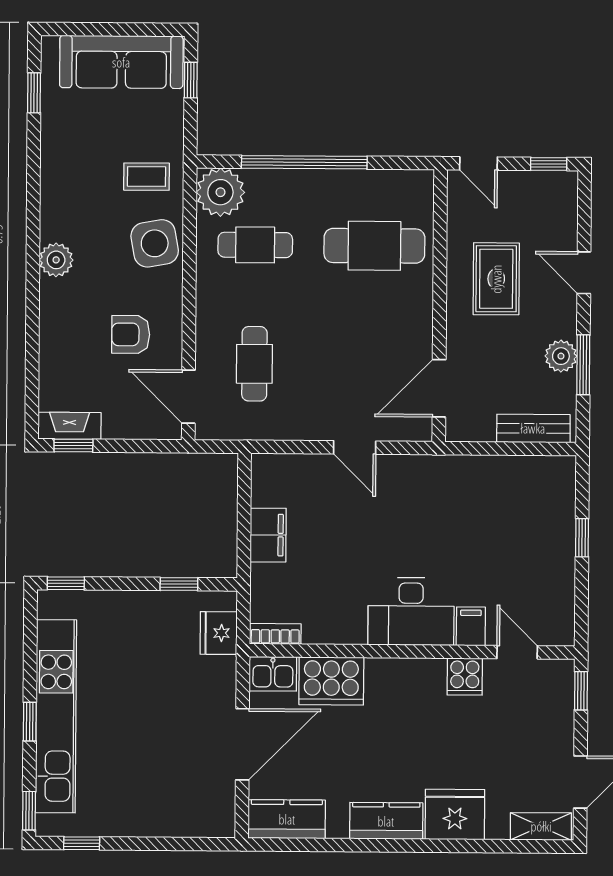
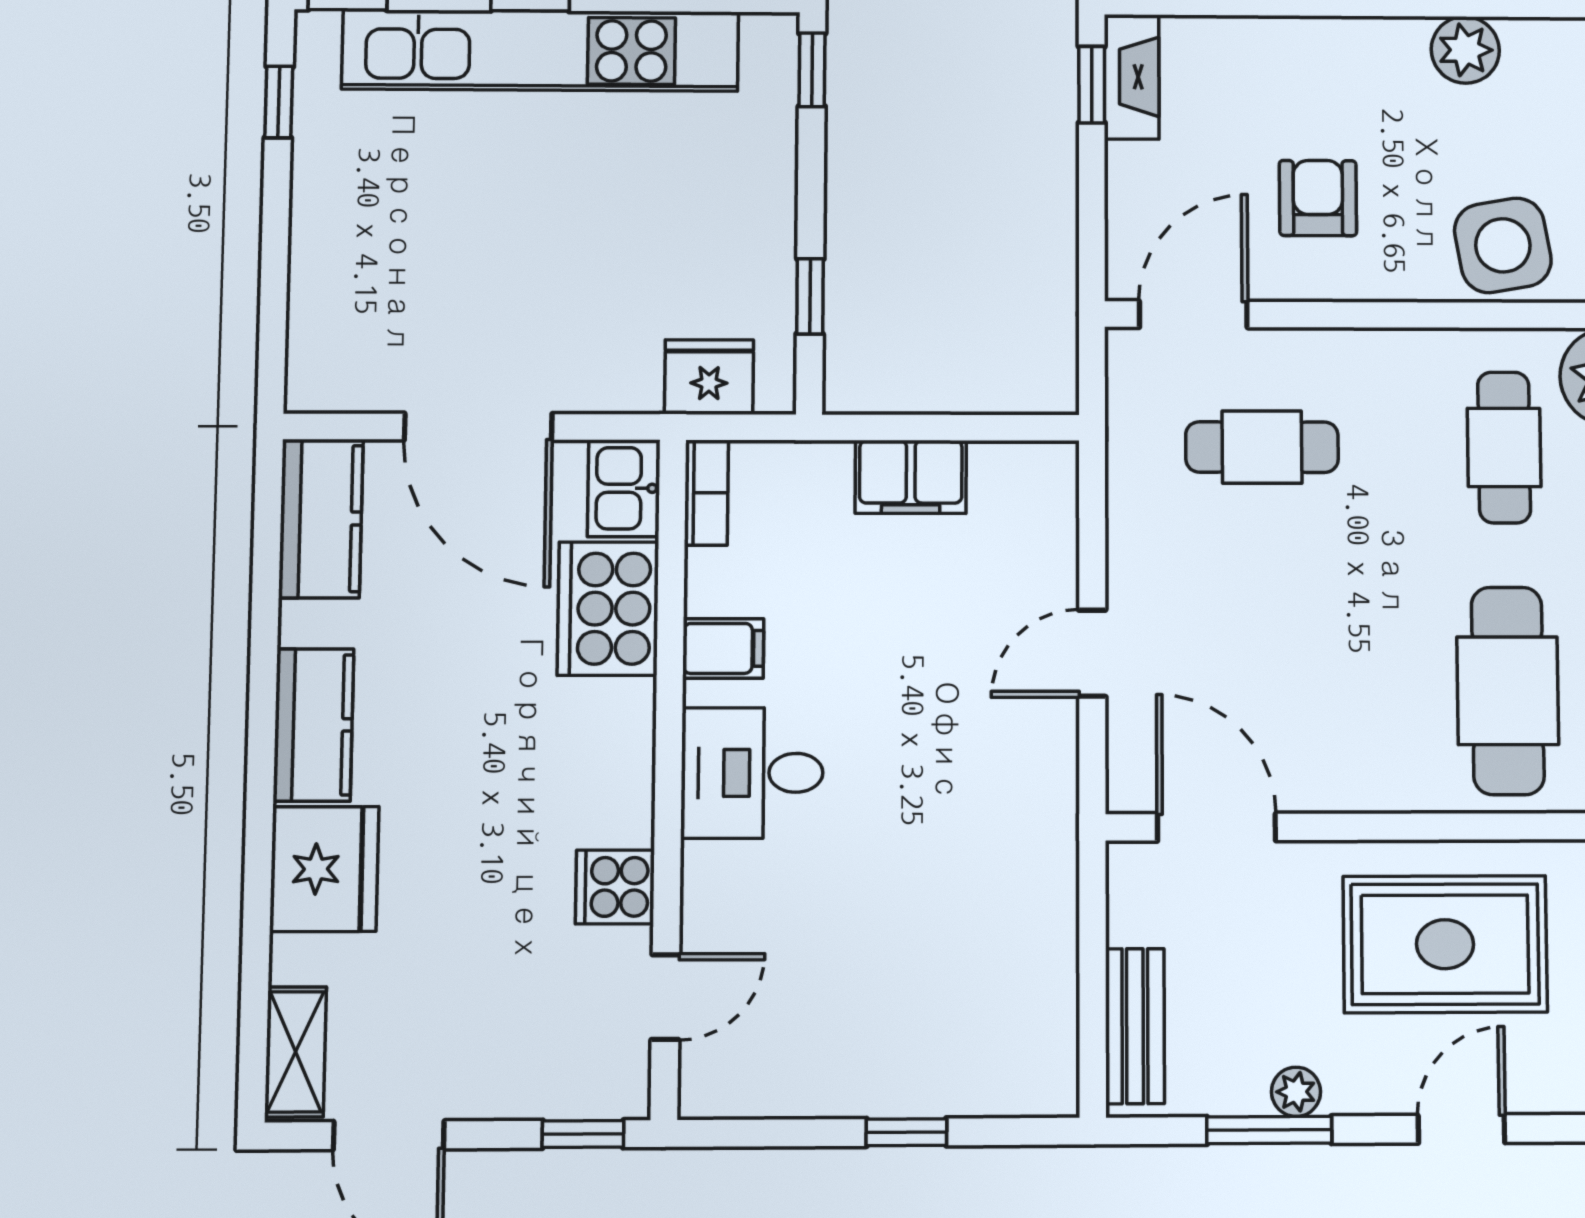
rug: (496, 279) -> (1445, 944), width x1.36, depth x1.43
plant: (561, 356) -> (1296, 1092), width x0.73, depth x0.73
desk: (411, 611) -> (752, 773), width x0.73
filing cabinet: (471, 626) -> (723, 648), moved

